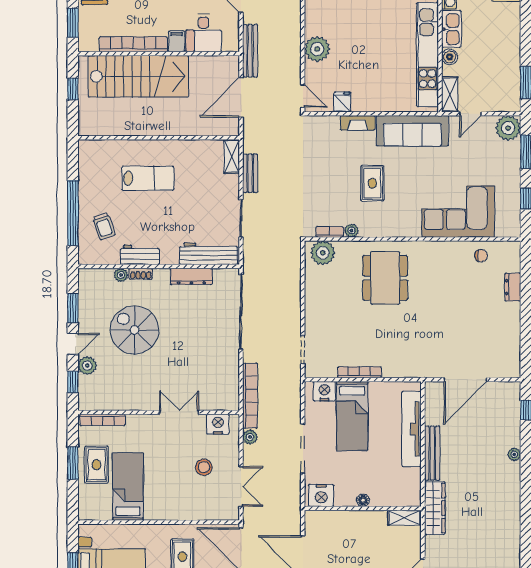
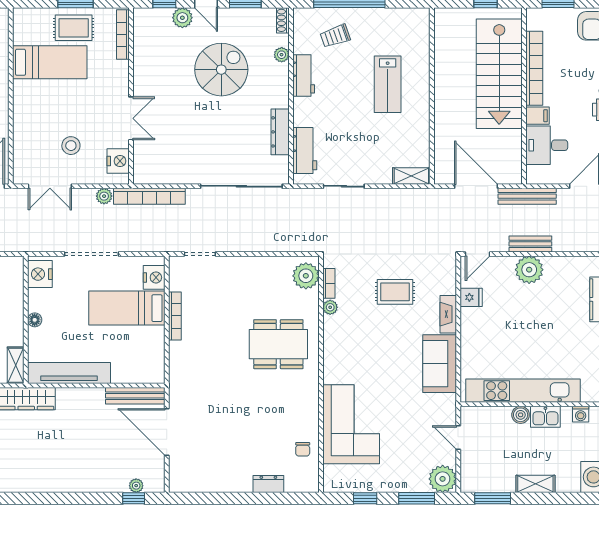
kitchen sink: (451, 29) -> (545, 417), width x0.73
shelving: (450, 94) -> (535, 484), moved
sofa: (412, 131) -> (440, 364), width x0.73
bench: (250, 173) -> (530, 244), moved
rug: (372, 183) -> (395, 292), moved
workbench: (208, 254) -> (305, 150), width x0.73
shoe rack: (141, 274) -> (283, 20), moved
tv unit: (411, 429) -> (69, 373), moved
bench: (432, 453) -> (135, 396), moved
plant: (514, 454) -> (136, 486), moved

